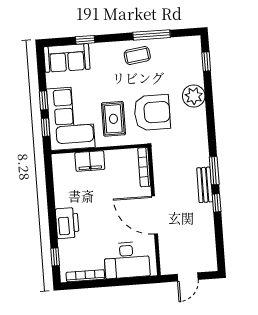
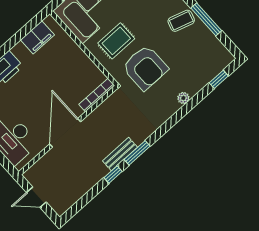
coffee table: (137, 55) -> (181, 21), turned -65
plant: (194, 96) -> (183, 98), width x0.53, depth x0.53
filing cabinet: (90, 161) -> (37, 37), moved, turned -90

